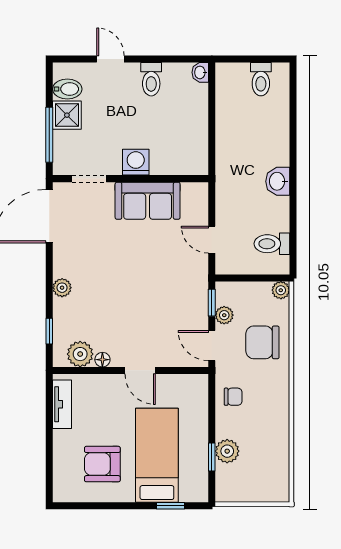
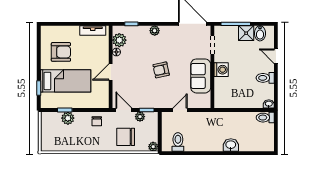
door: (110, 59) -> (276, 56), swing flipped
toilet: (261, 79) -> (265, 118), moved
washbasin: (278, 181) -> (231, 145), moved
armchair: (136, 275) -> (161, 70), added
chair: (262, 342) -> (126, 137), turned -90
door: (212, 346) -> (124, 110), hinge flipped
armchair: (102, 464) -> (61, 52), turned 90

